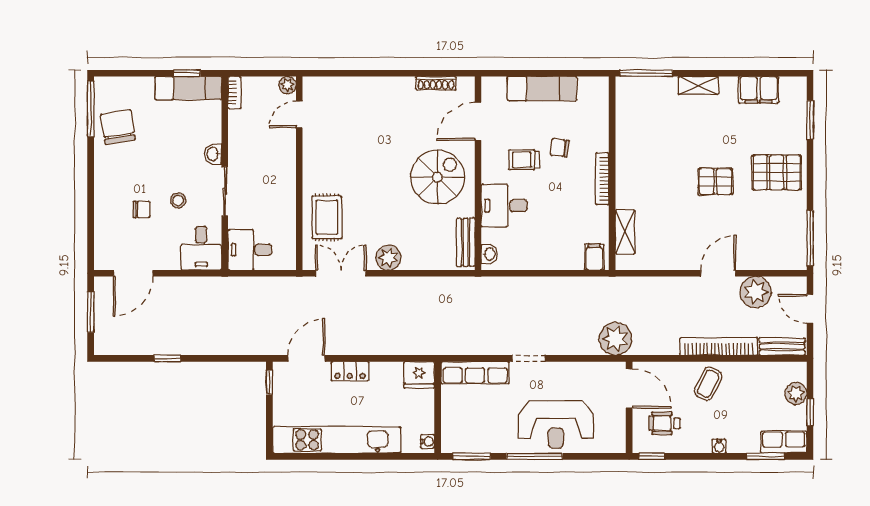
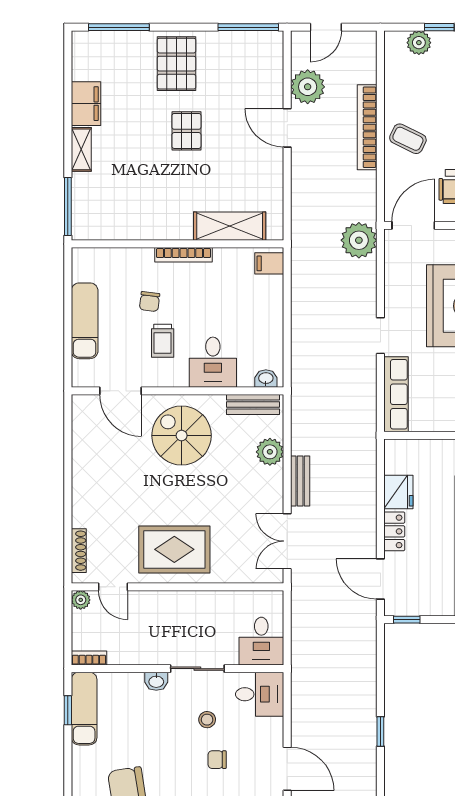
shoe rack: (436, 83) -> (79, 551), moved
filing cabinet: (759, 90) -> (86, 104), moved
window: (810, 120) -> (119, 27), width x1.44
chair: (142, 209) -> (217, 760), turned -90
rug: (327, 217) -> (174, 549), moved, width x1.36, depth x1.43
shelving: (625, 232) -> (230, 226), width x1.50, depth x1.33
plant: (388, 258) -> (270, 452), moved
bench: (782, 346) -> (300, 481), moved
fridge: (419, 375) -> (398, 492), moved

